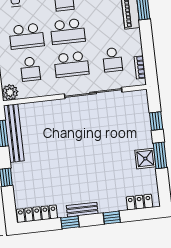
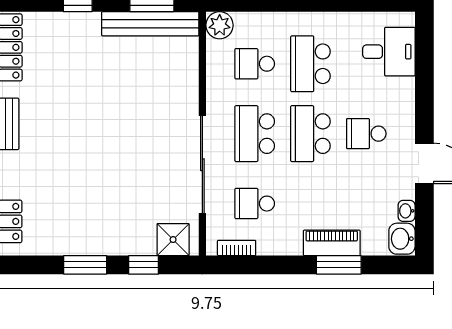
shower: (145, 159) -> (173, 240), moved

